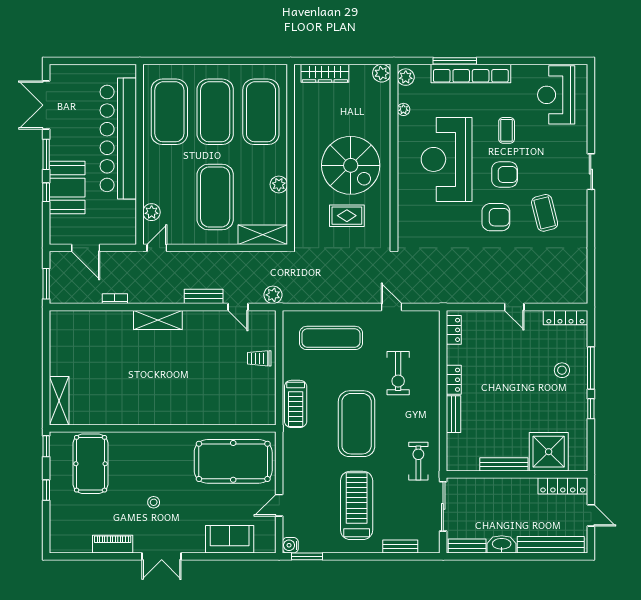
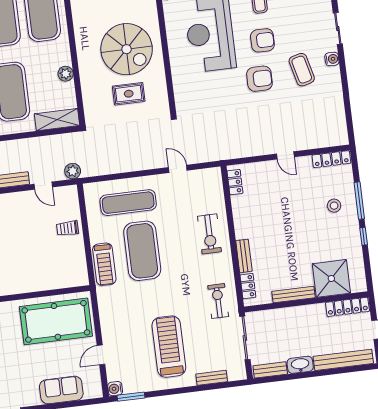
water cooler: (580, 205) -> (332, 59), added
exercise bike: (398, 373) -> (209, 234), moved
locker: (454, 380) -> (248, 286), moved
exercise mat: (357, 424) -> (142, 251), moved

